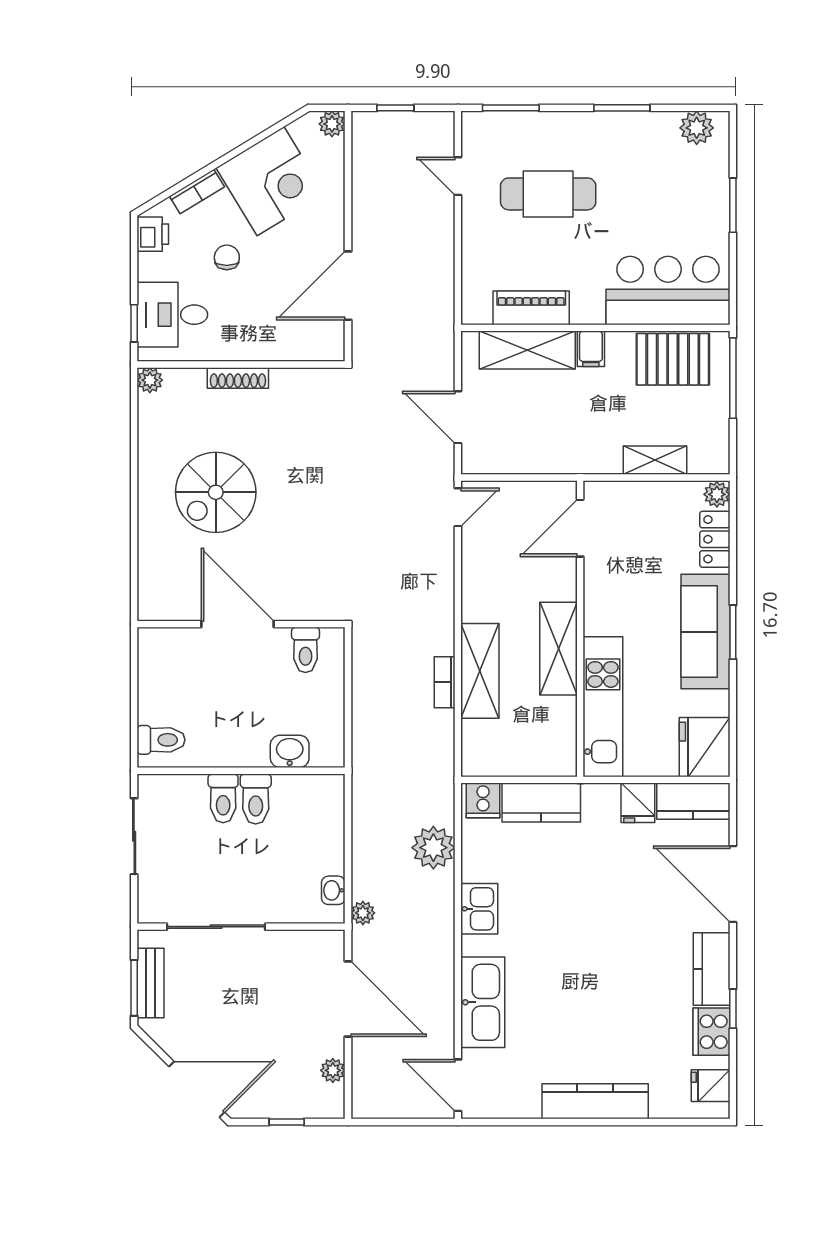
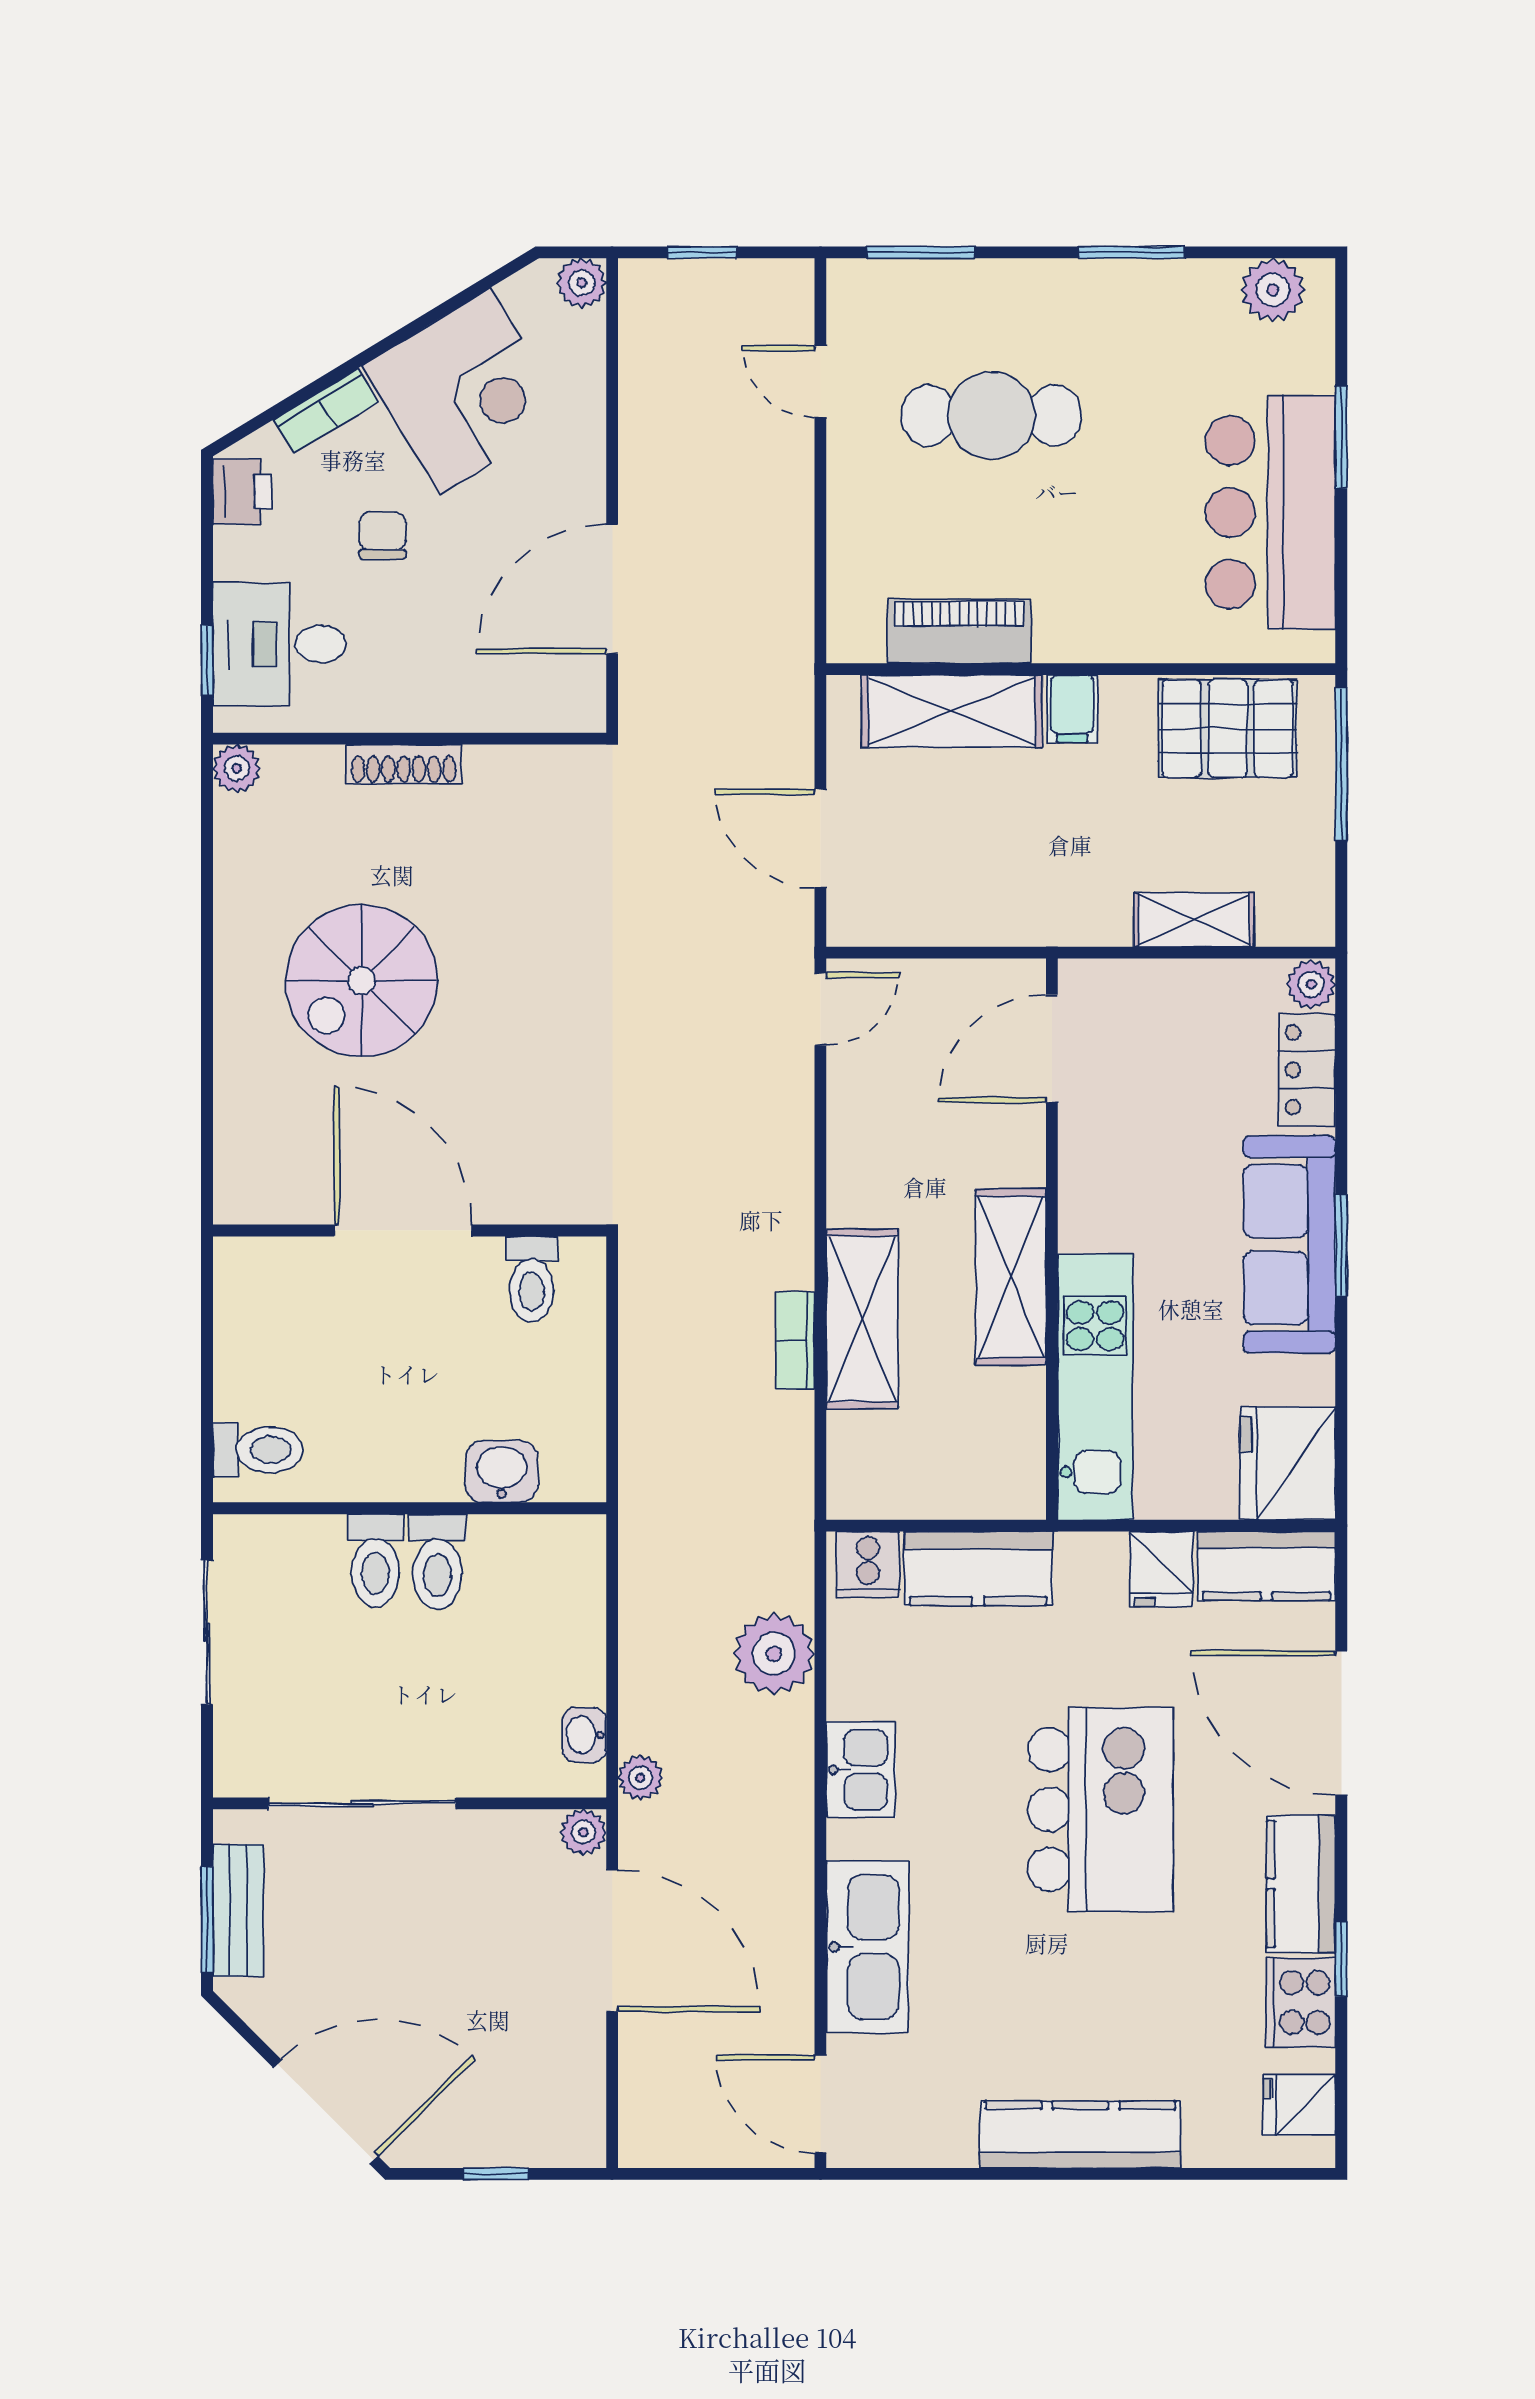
bar counter: (668, 290) -> (1270, 512), moved, turned -90
kitchen island: (606, 930) -> (1100, 1810), added
plant: (333, 1070) -> (583, 1832), moved

